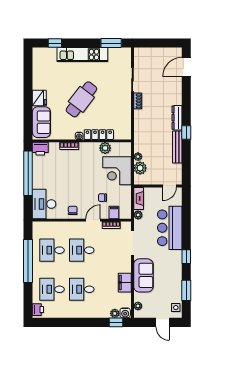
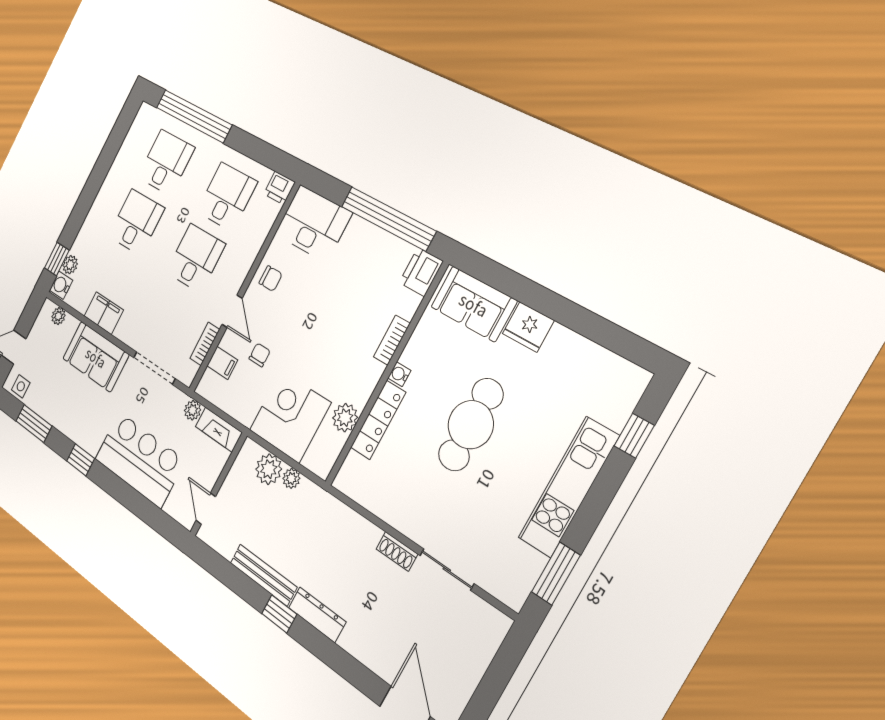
cafe table: (81, 99) -> (471, 425), turned 53
window: (28, 261) -> (194, 116), moved
printer: (38, 310) -> (279, 188), moved

